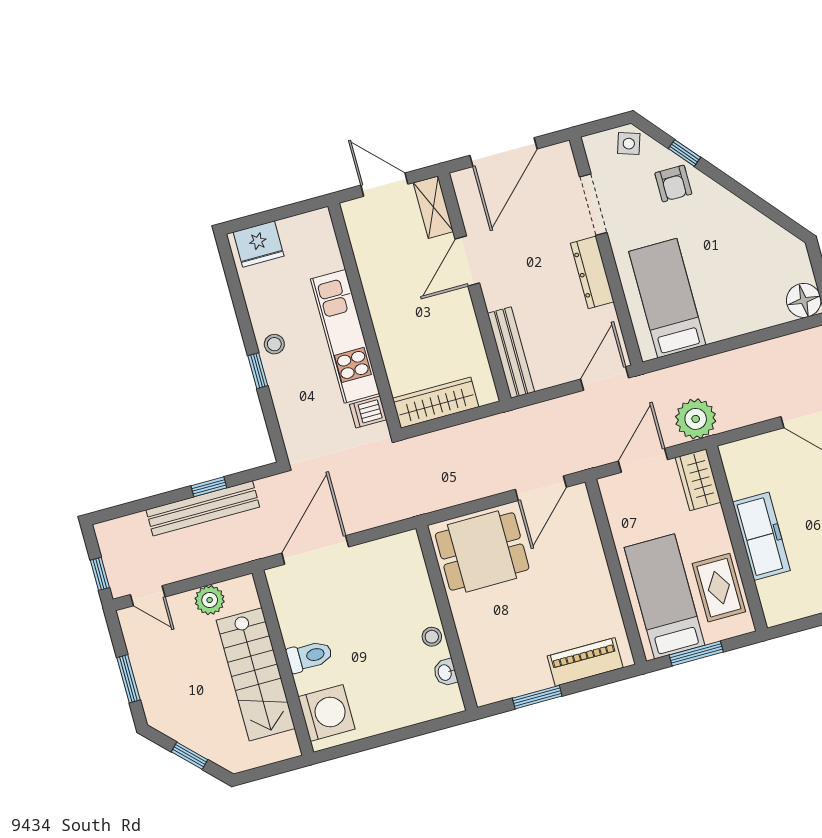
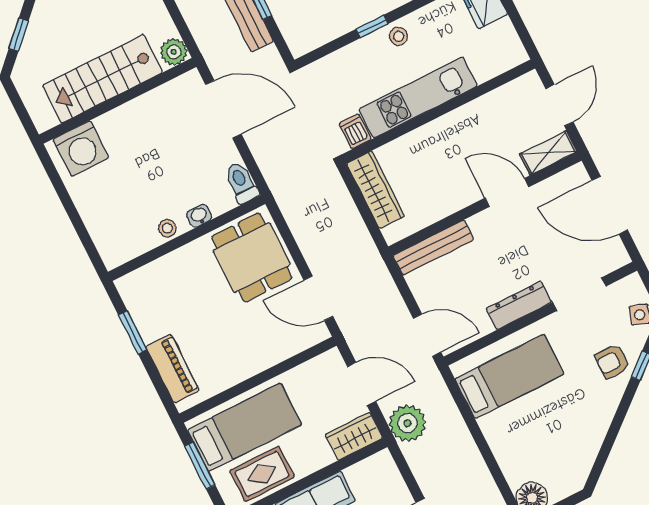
plant: (210, 600) -> (174, 52), moved
toilet: (309, 656) -> (241, 183), moved, turned 180
washbasin: (445, 672) -> (199, 216), moved

